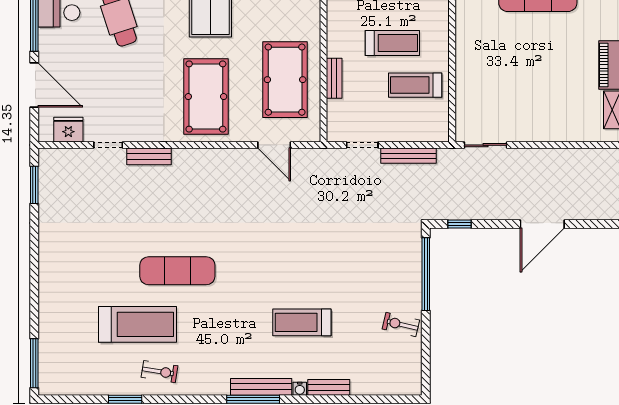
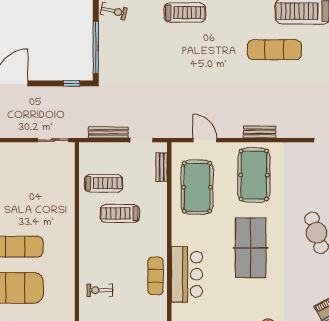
bench: (334, 78) -> (162, 167), moved
bench: (149, 156) -> (260, 132), moved

